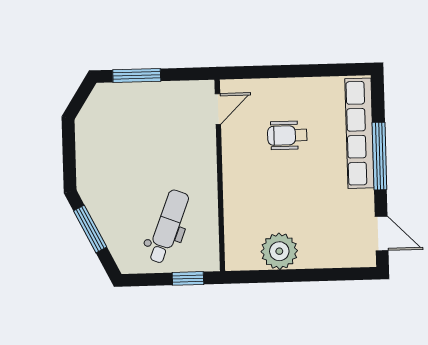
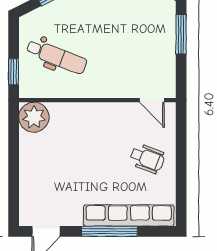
wheelchair: (287, 135) -> (147, 159), moved, turned 111
plant: (279, 251) -> (34, 117), moved

